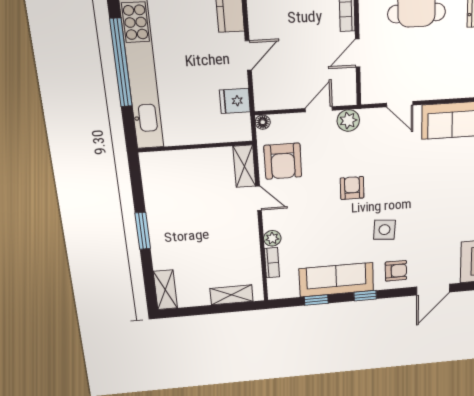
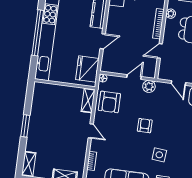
fridge: (235, 101) -> (87, 69), width x1.88, depth x1.34
door: (259, 198) -> (91, 131), moved
plant: (272, 238) -> (95, 146), removed

